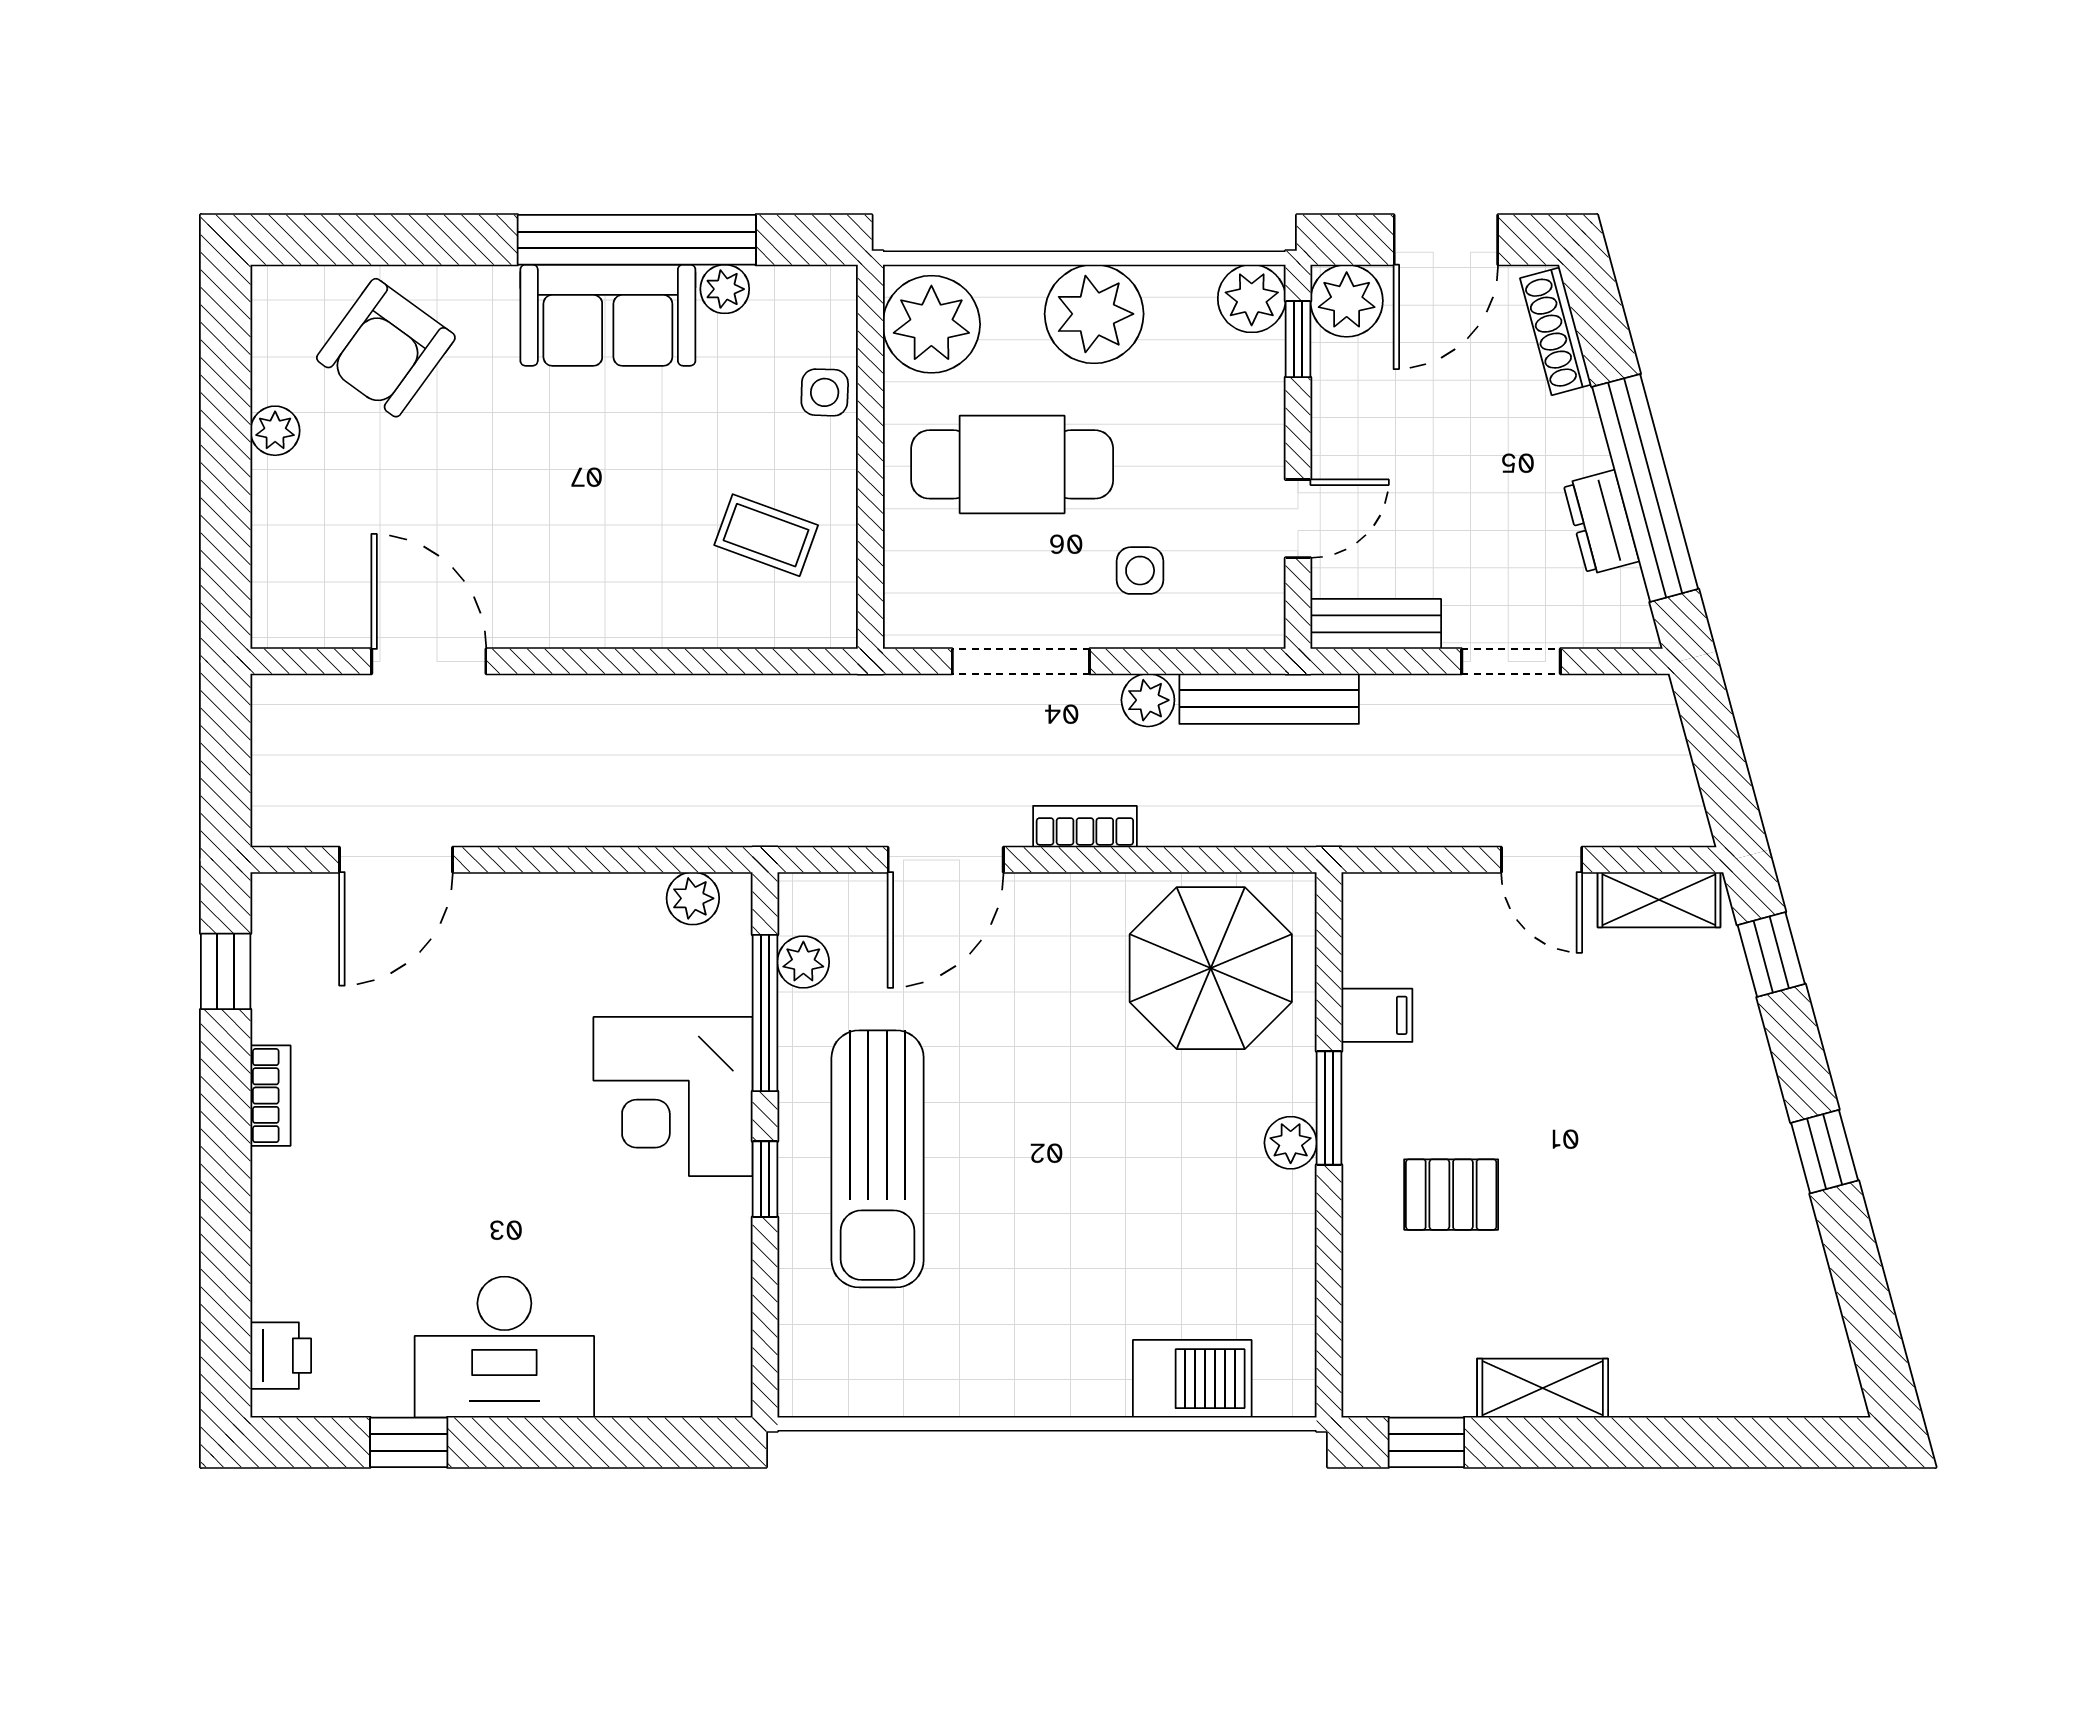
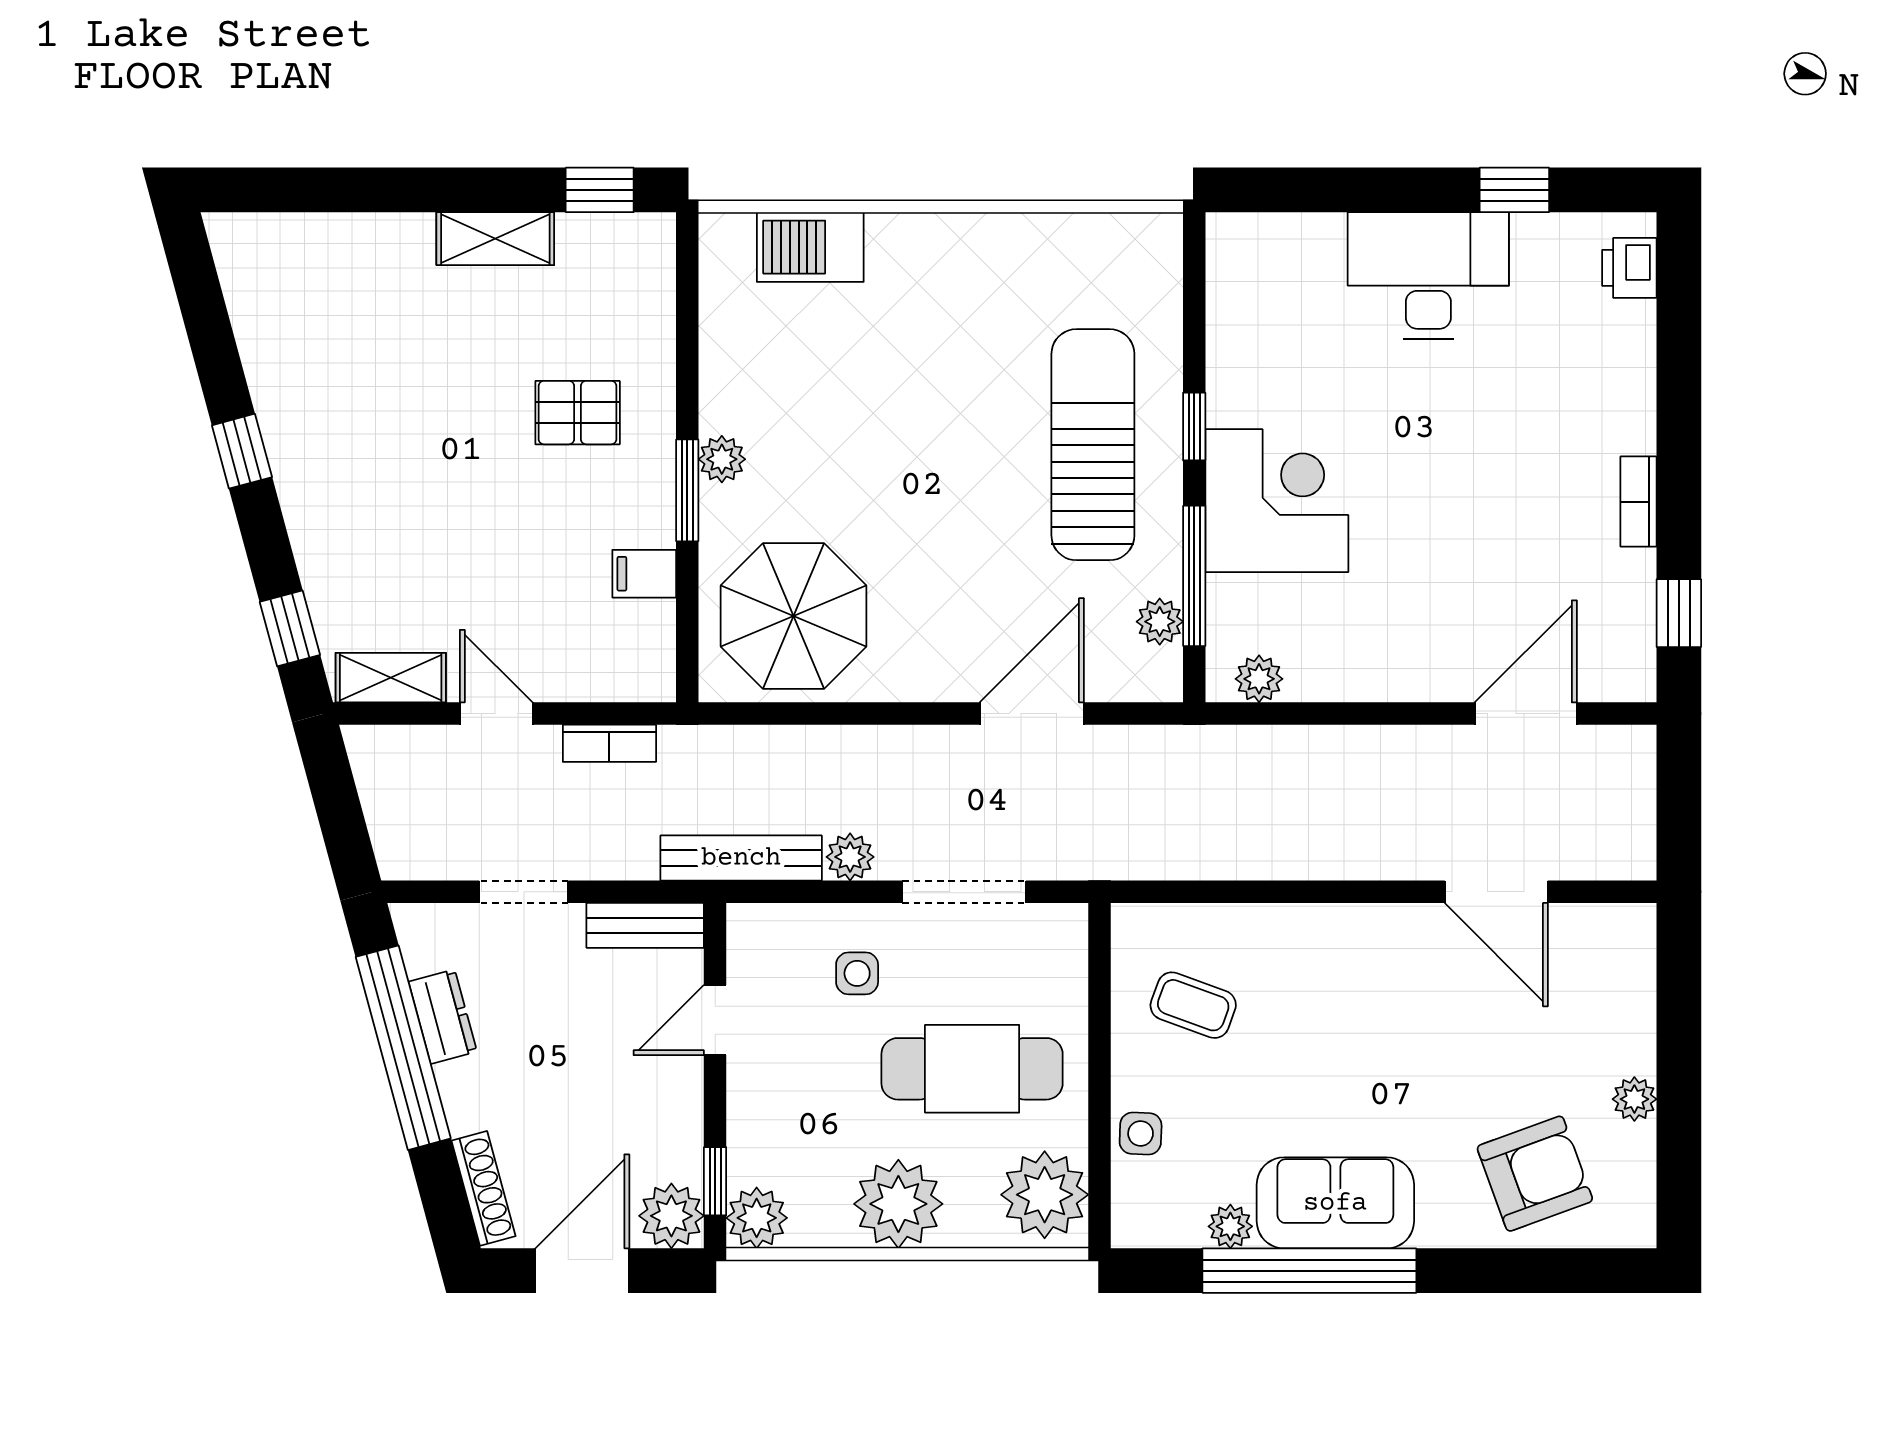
armchair: (386, 348) -> (1535, 1174), turned 34
bookcase: (1085, 827) -> (609, 743), moved

